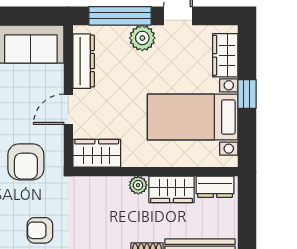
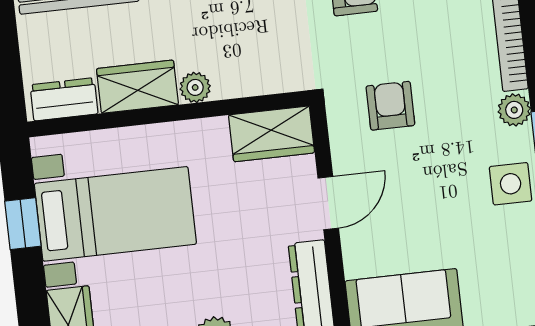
window: (247, 94) -> (23, 224), moved
armchair: (26, 162) -> (390, 106), width x0.72, depth x0.72

